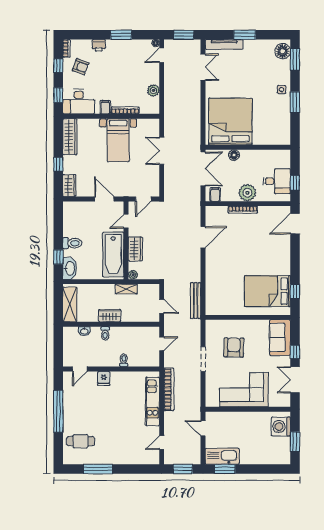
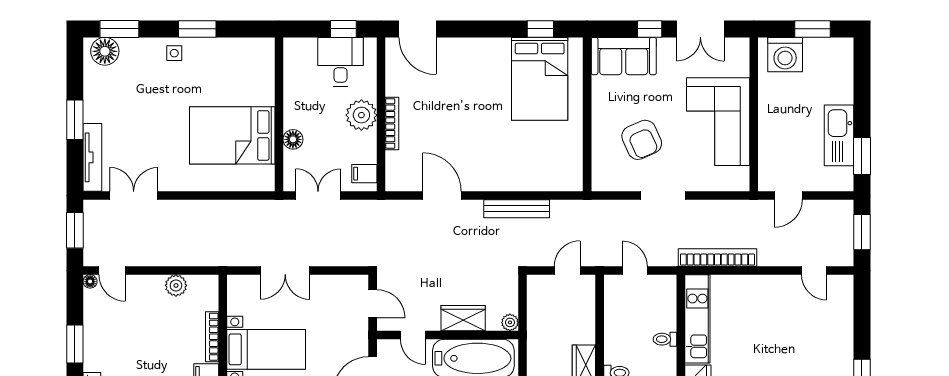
bed: (230, 122) -> (232, 135), width x0.73
double door: (203, 169) -> (318, 196), width x0.73
shelving: (126, 289) -> (536, 335), removed
bench: (196, 301) -> (517, 209), moved
armchair: (234, 347) -> (642, 140), turned -115
kitchen unit: (152, 402) -> (697, 319), moved, turned -90
kitchen sink: (222, 456) -> (839, 135), moved

